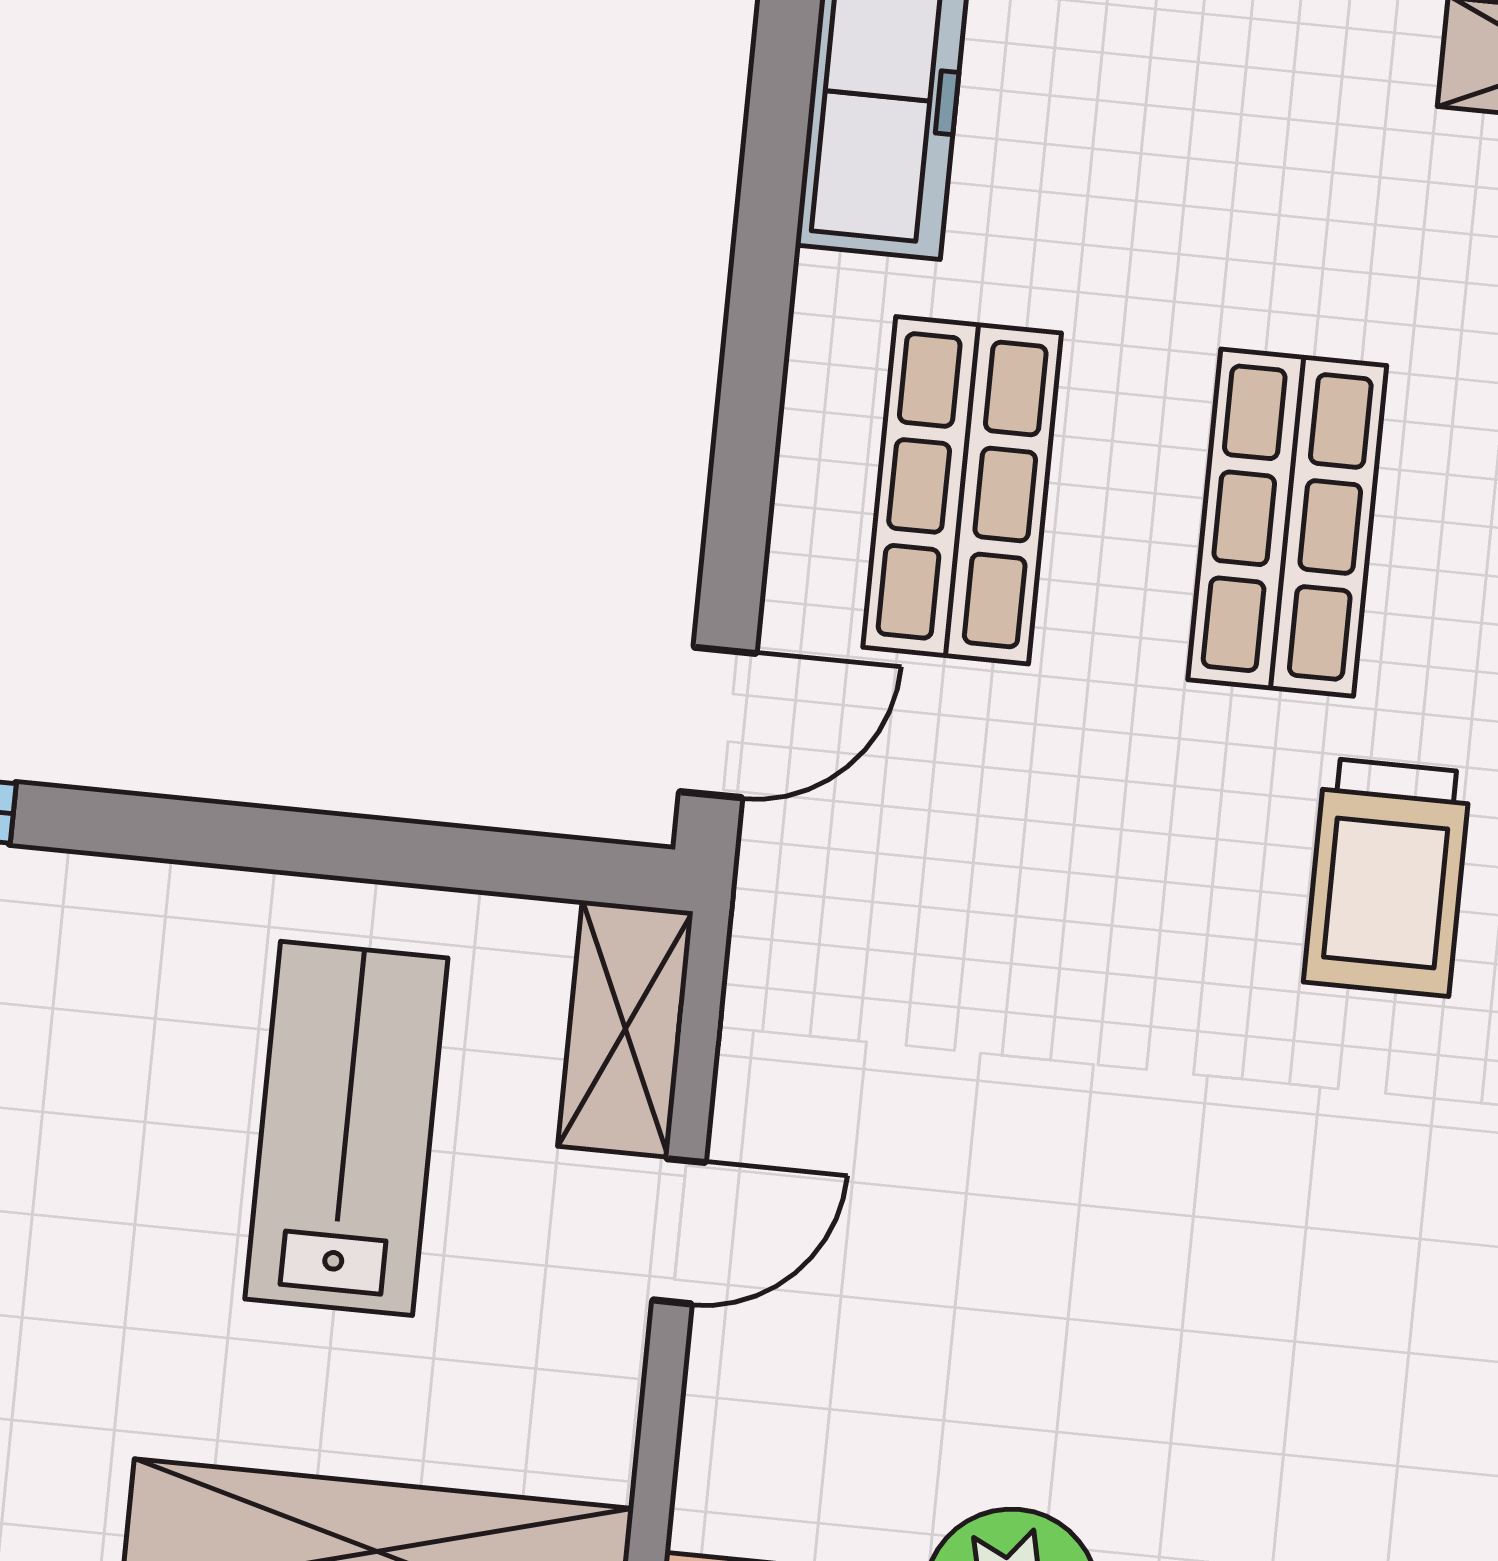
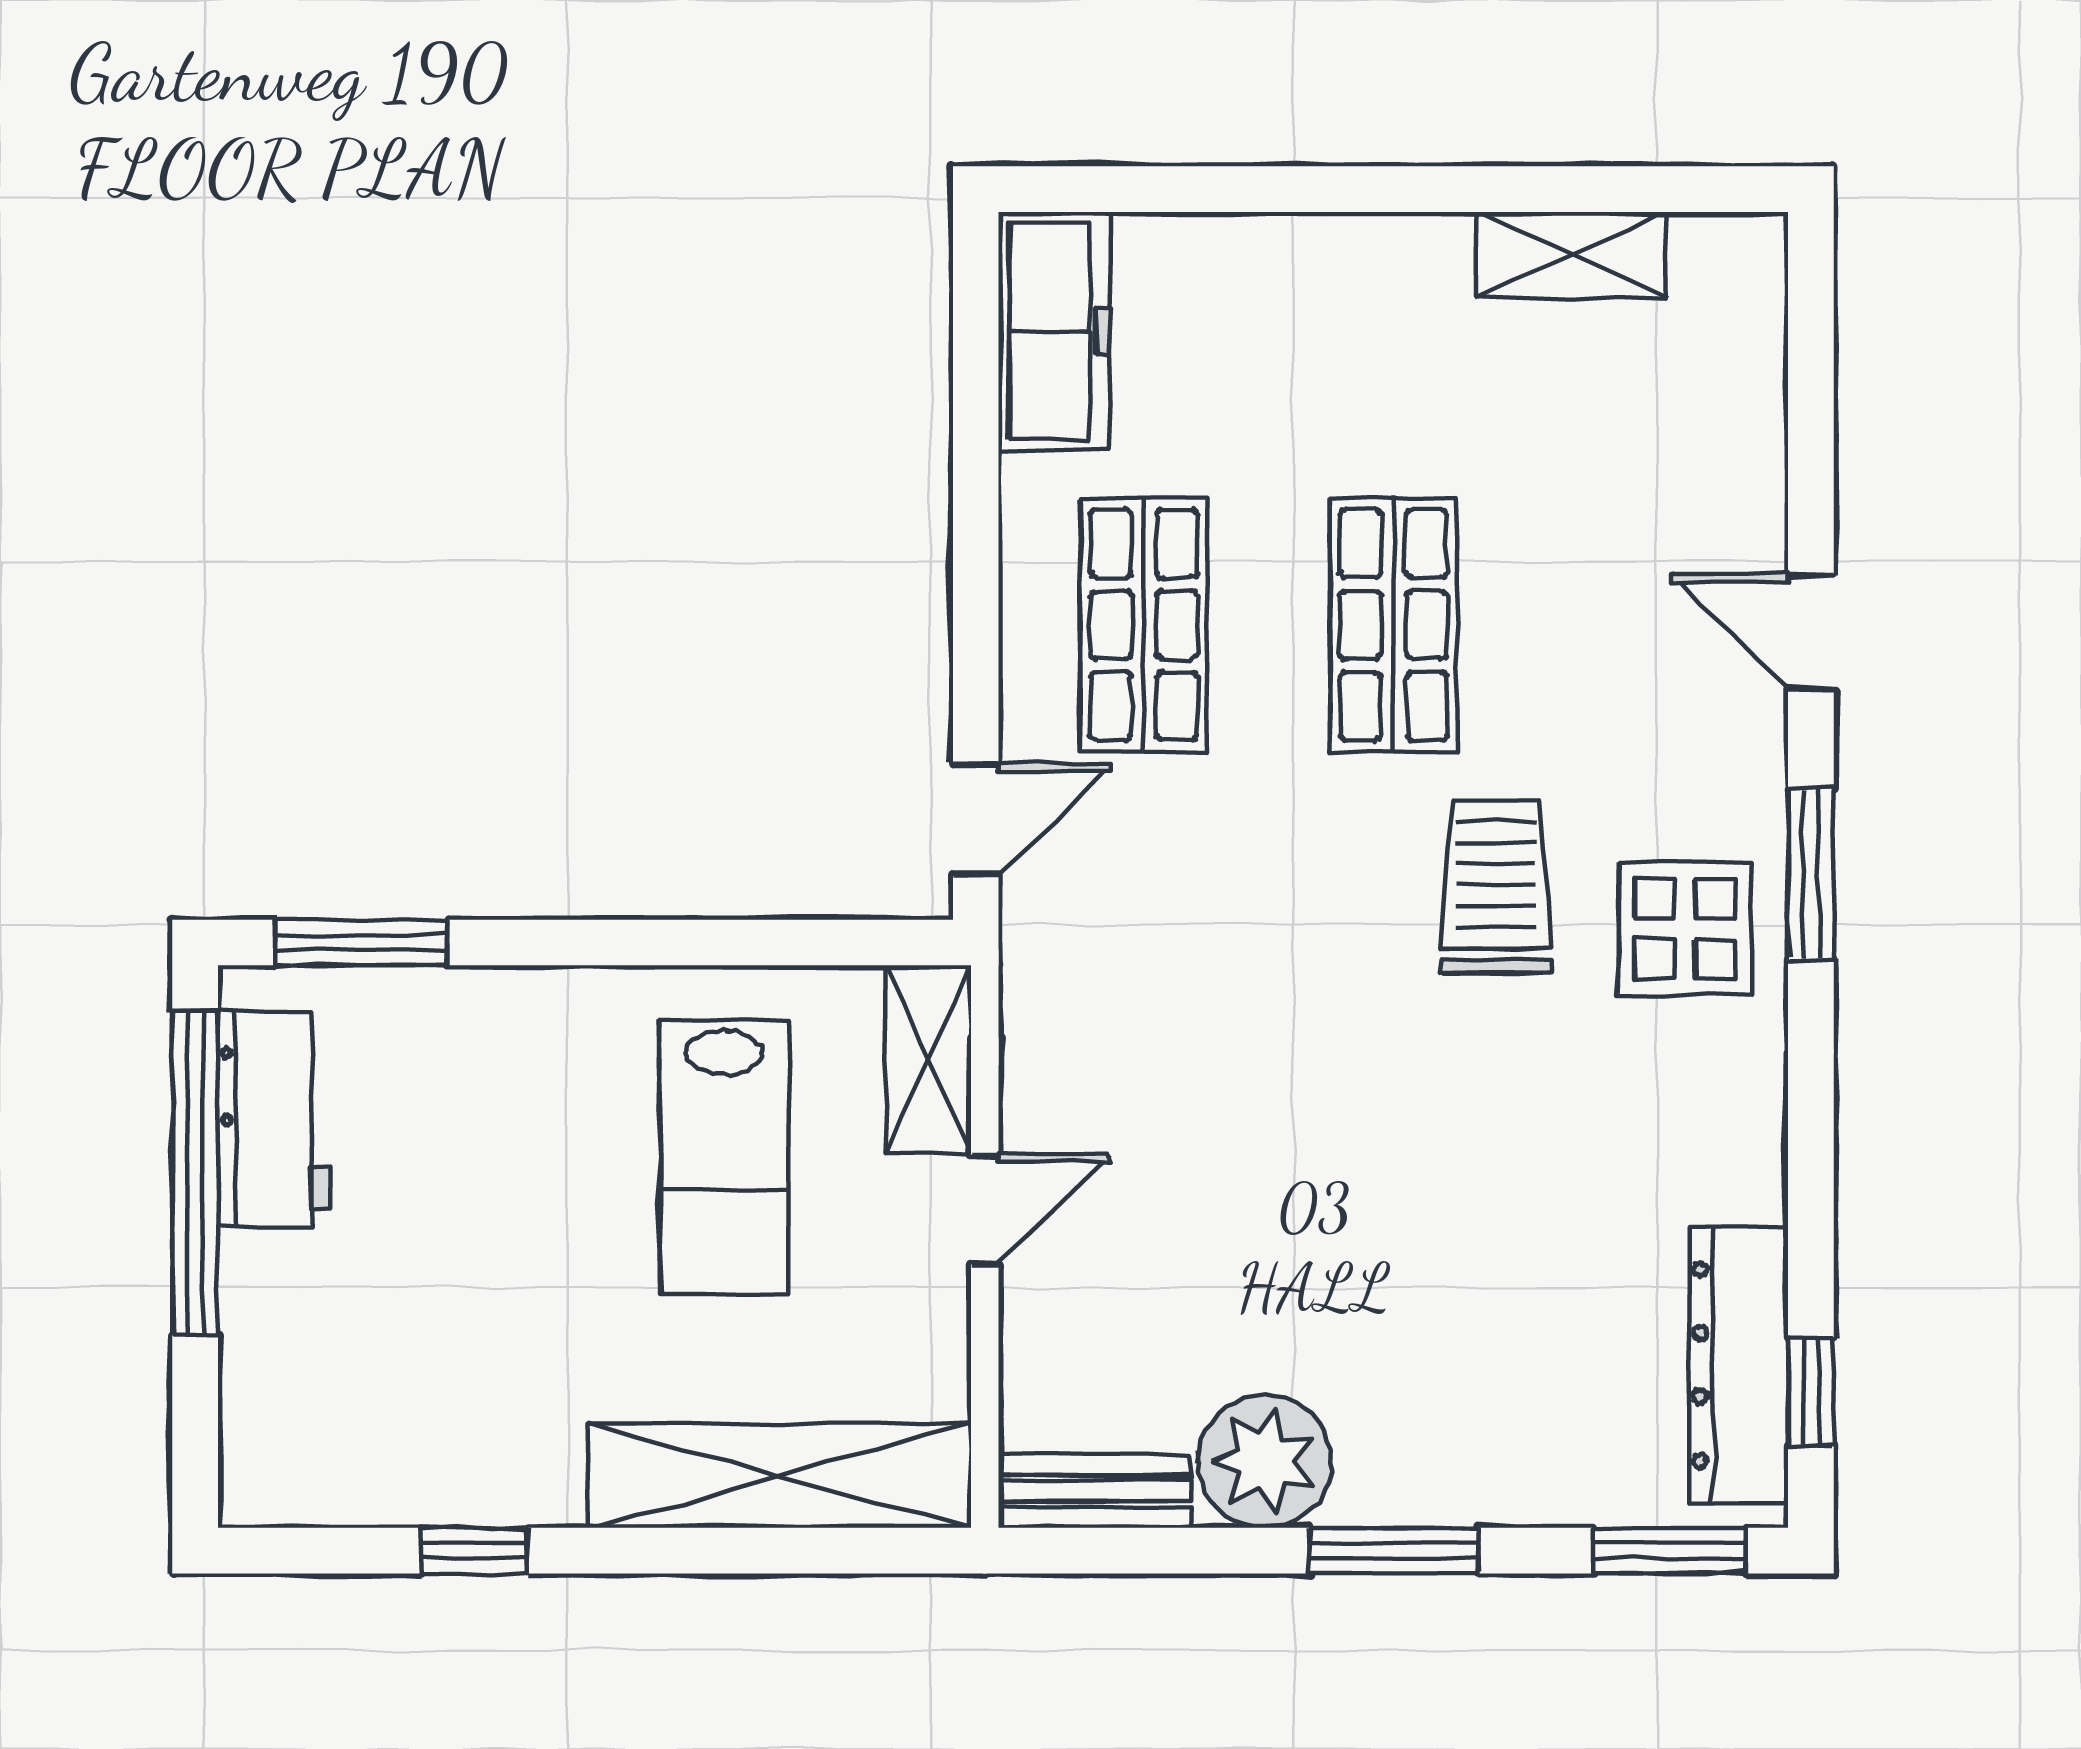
trolley: (1387, 877) -> (1496, 887), turned 180
lab bench: (346, 1128) -> (724, 1157), turned 180

